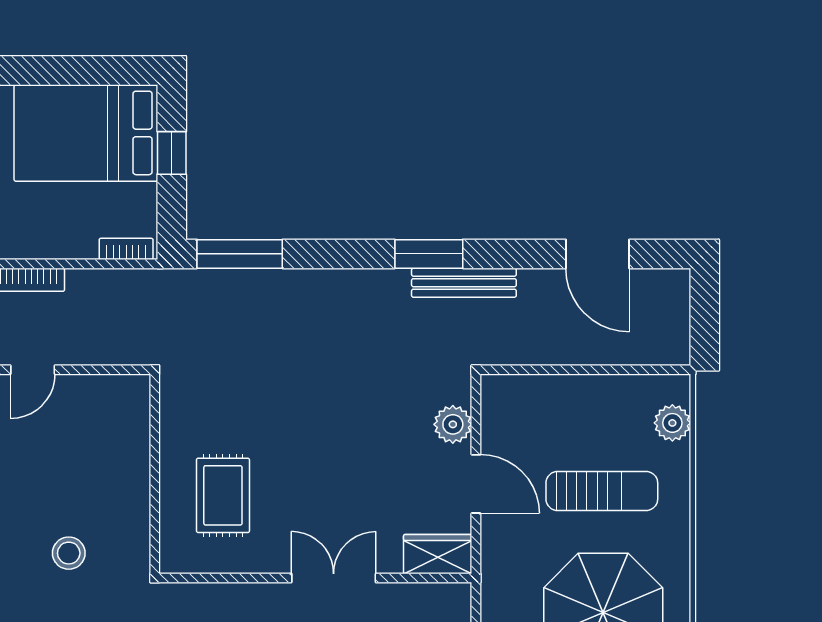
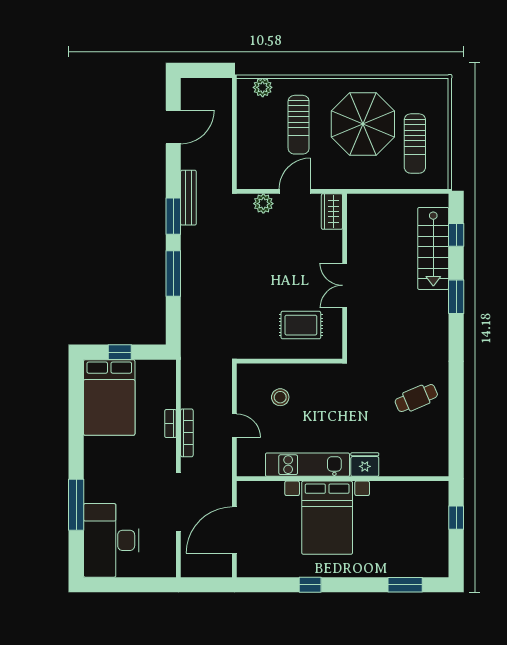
bookcase: (126, 249) -> (171, 424), moved
window: (240, 254) -> (173, 274), moved
sun lounger: (602, 491) -> (299, 125), turned 180
stool: (69, 553) -> (280, 397), moved
double door: (334, 578) -> (345, 285), moved

